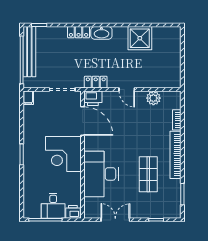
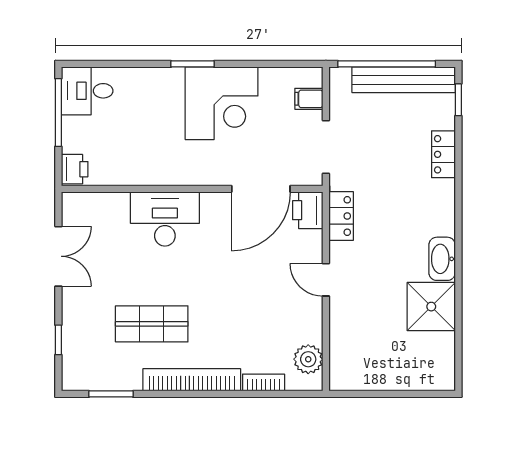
locker: (79, 32) -> (443, 154), moved
washbasin: (101, 33) -> (442, 259), moved
door: (127, 89) -> (326, 280), hinge flipped
filing cabinet: (28, 98) -> (309, 99), moved
plant: (153, 98) -> (308, 359), moved
corner desk: (63, 154) -> (222, 103), moved, turned 180
desk: (101, 174) -> (165, 219), width x0.73, depth x0.77
desk: (53, 206) -> (87, 91), moved

